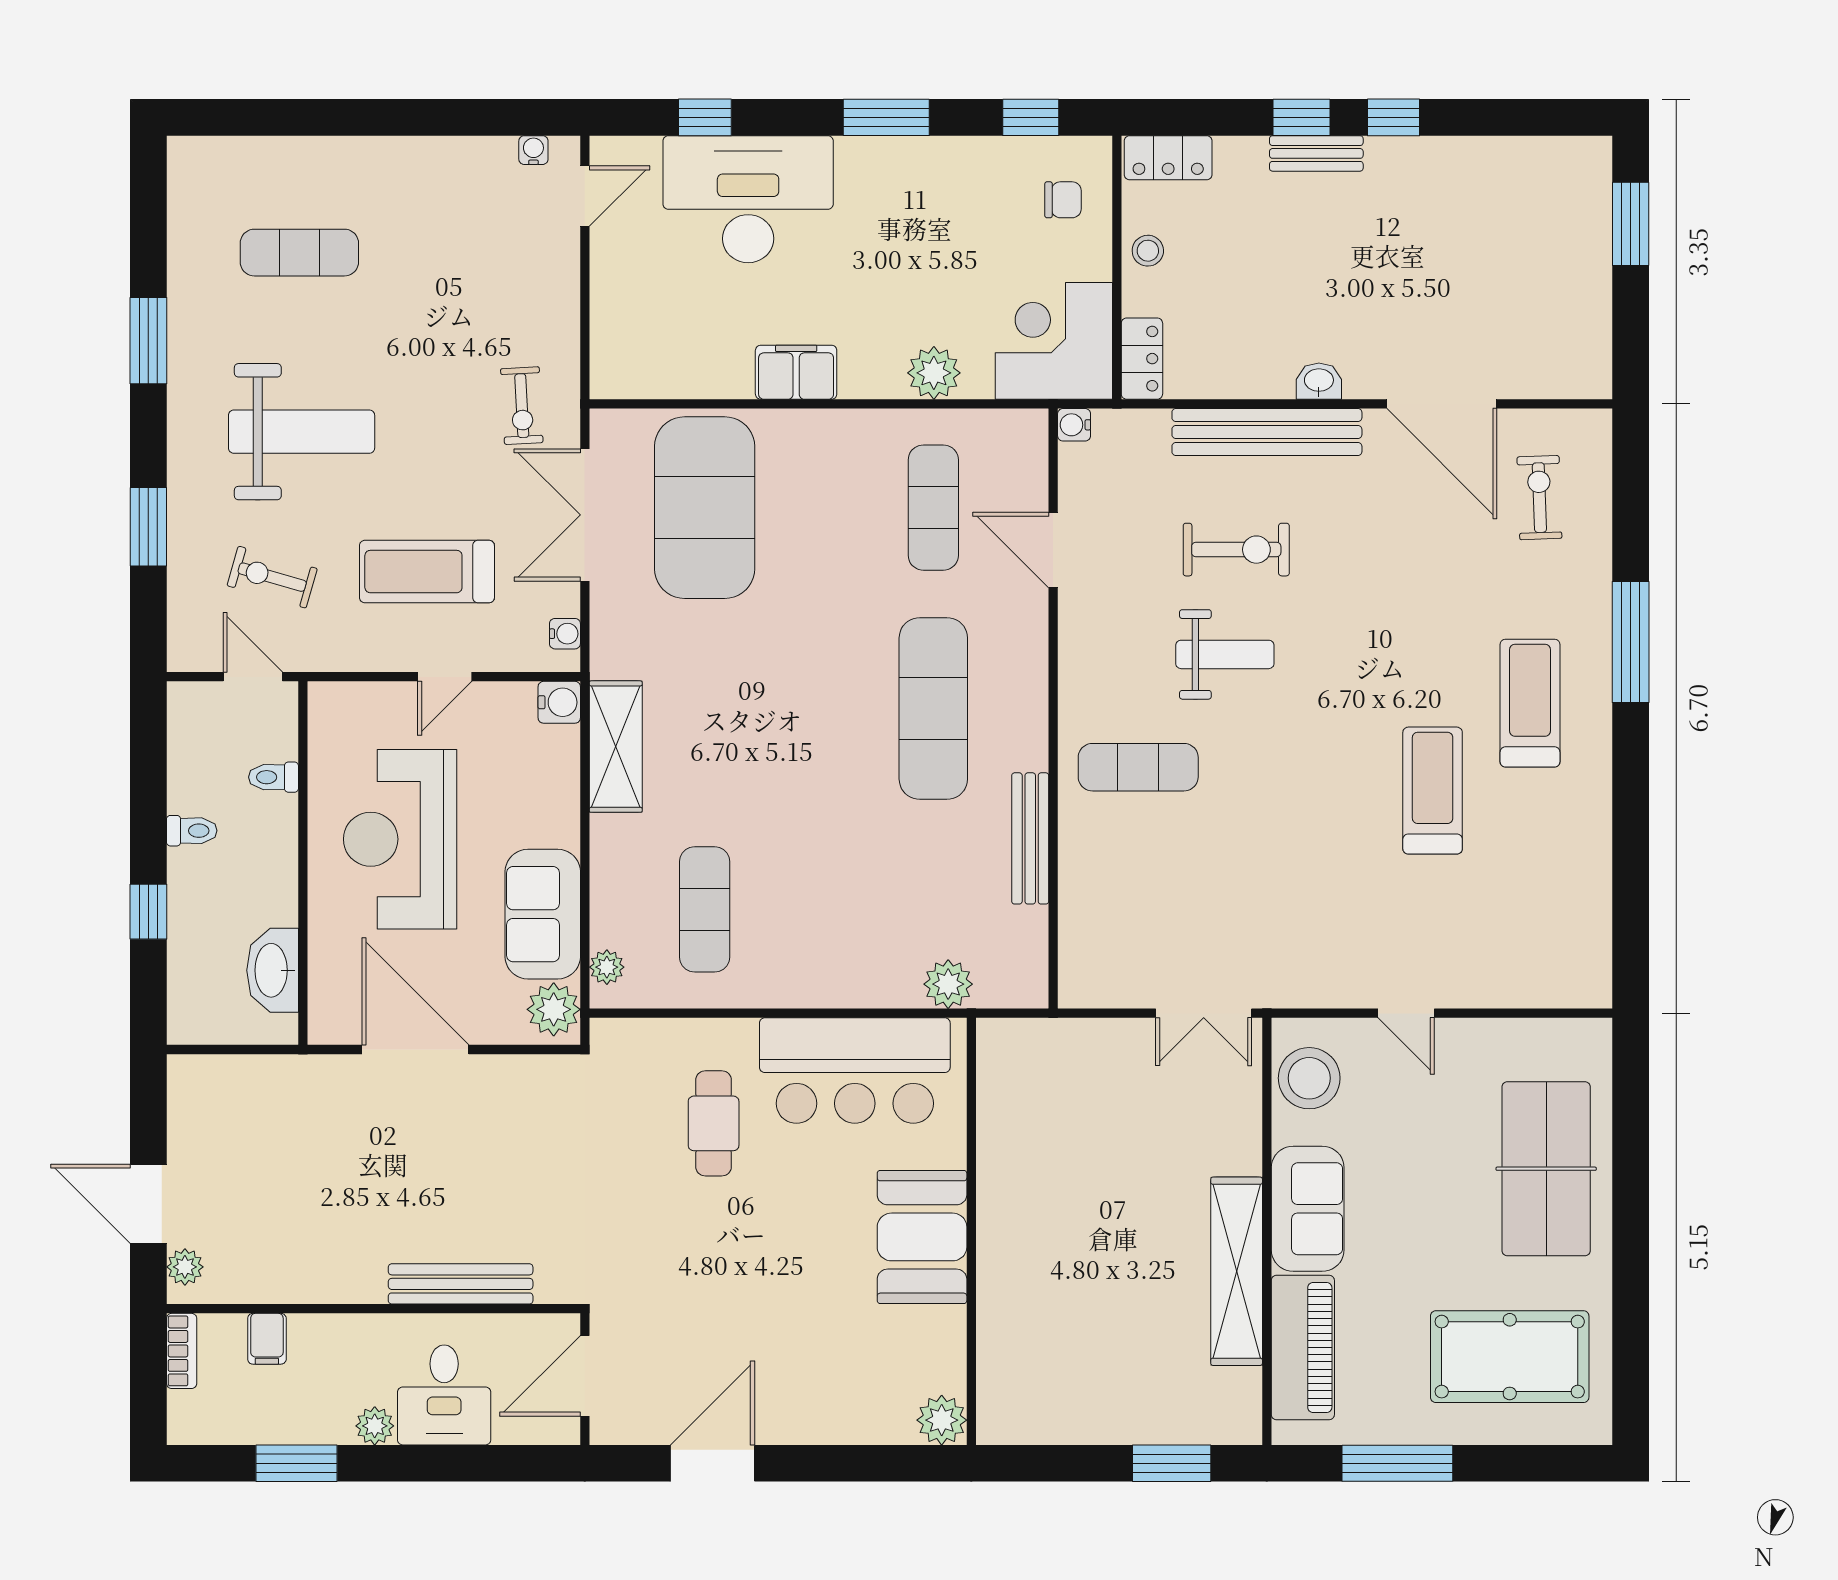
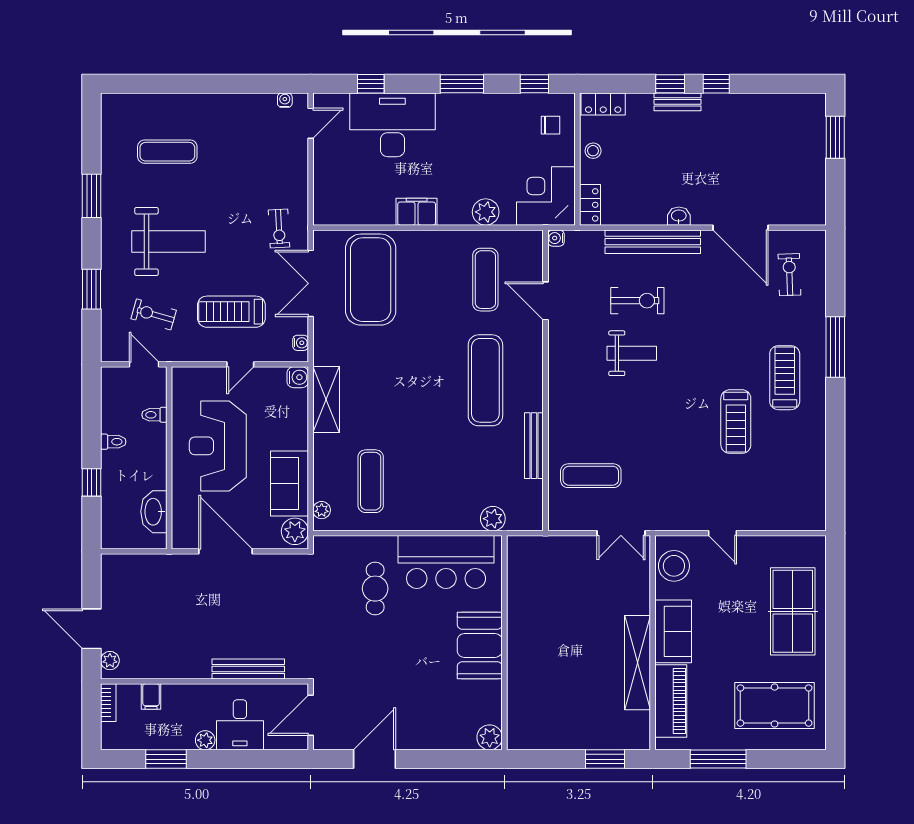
exercise mat: (1138, 767) -> (591, 476), moved
treadmill: (1433, 791) -> (736, 422), turned 180

